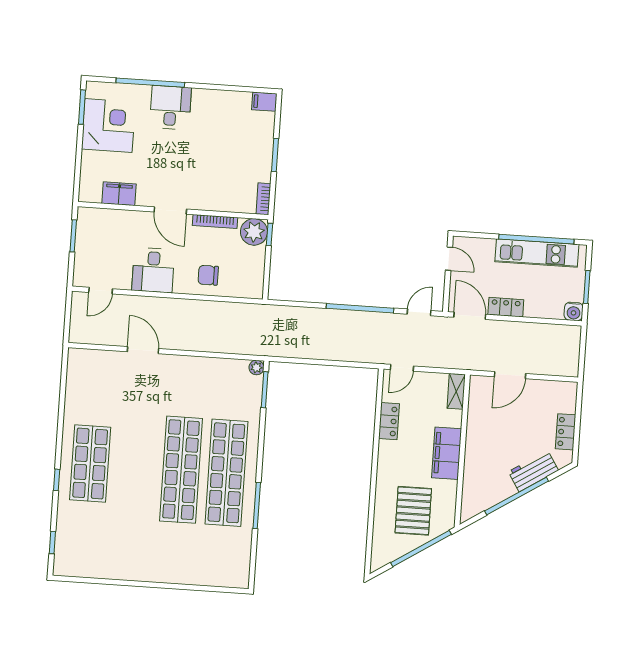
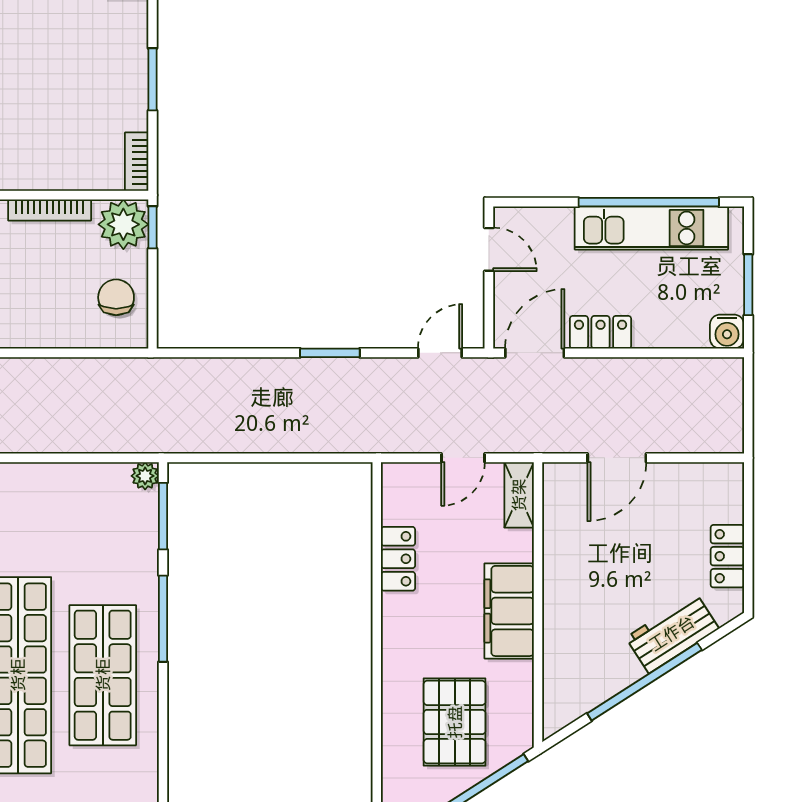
chair: (208, 275) -> (116, 297), moved, turned 90
window: (360, 308) -> (330, 353), width x0.47
door: (470, 316) -> (535, 353), hinge flipped
door: (402, 368) -> (463, 458), moved
shop shelf: (226, 473) -> (103, 675), width x0.71
window: (257, 506) -> (163, 619), moved

